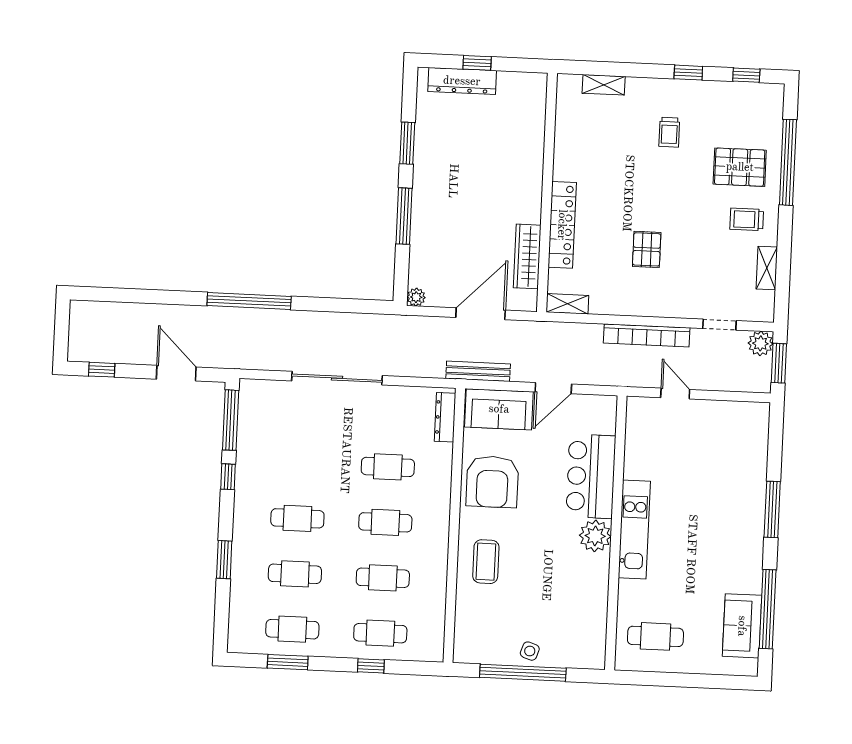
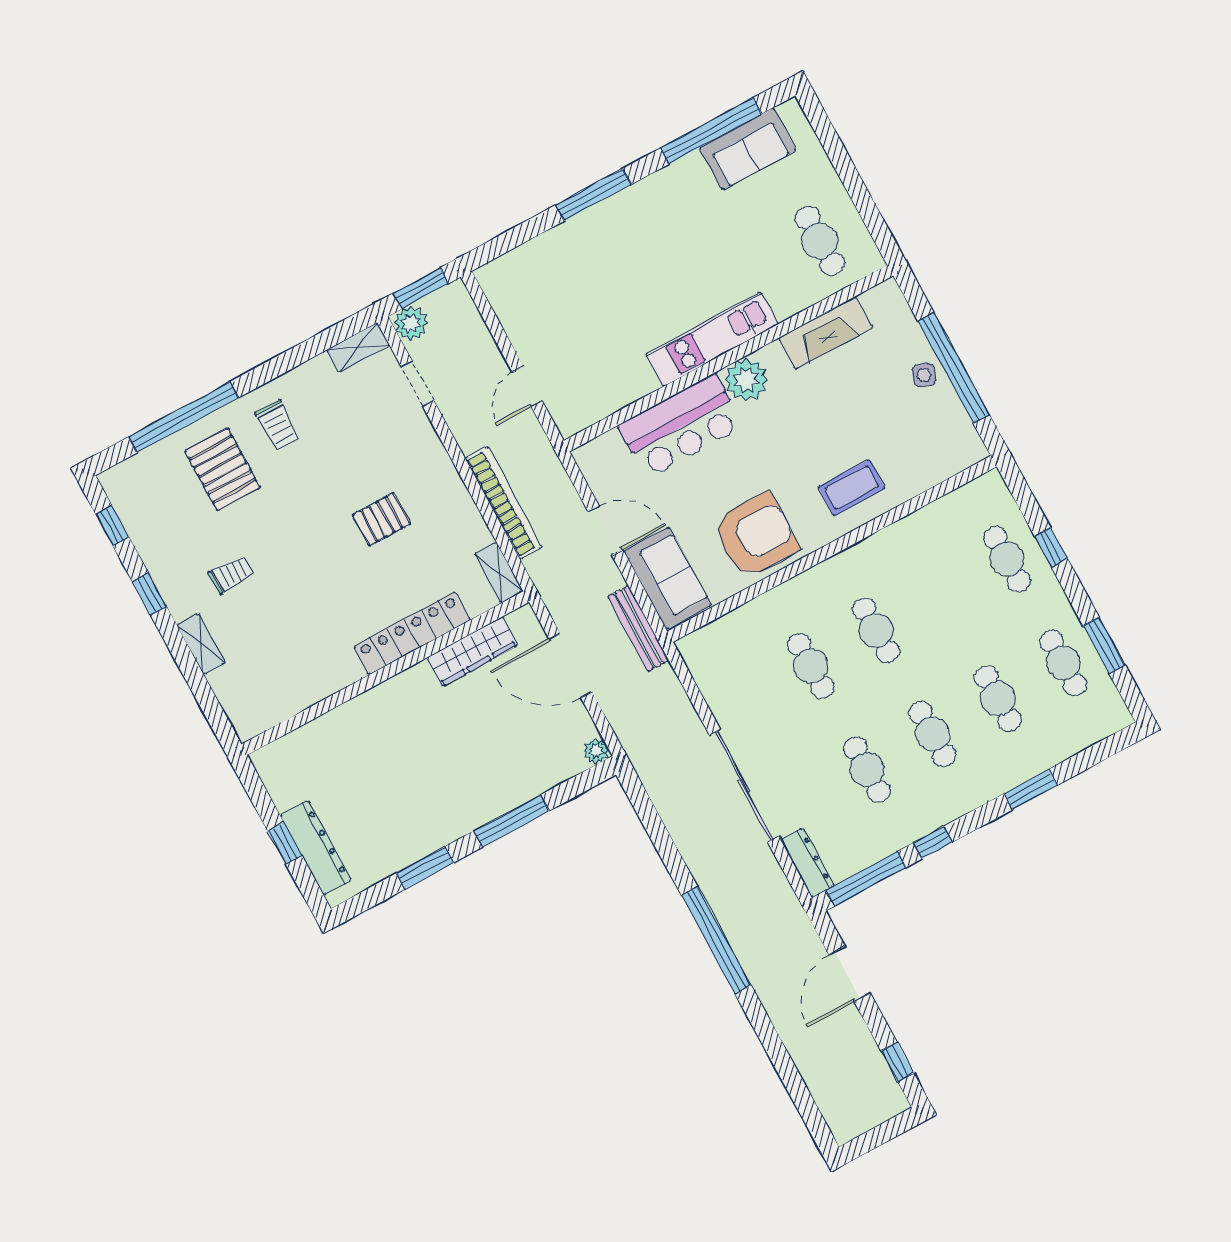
shelving: (604, 85) -> (201, 644), moved
shelving: (767, 268) -> (358, 347), moved
bookcase: (647, 335) -> (504, 503), moved
dresser: (445, 417) -> (807, 863), moved, turned -90
cafe table: (383, 578) -> (867, 770), moved
fireplace: (595, 604) -> (825, 333), added

